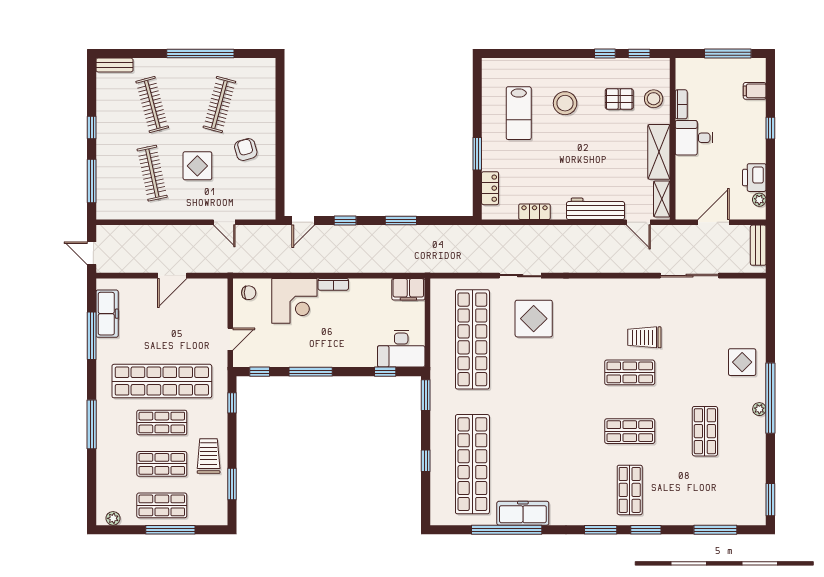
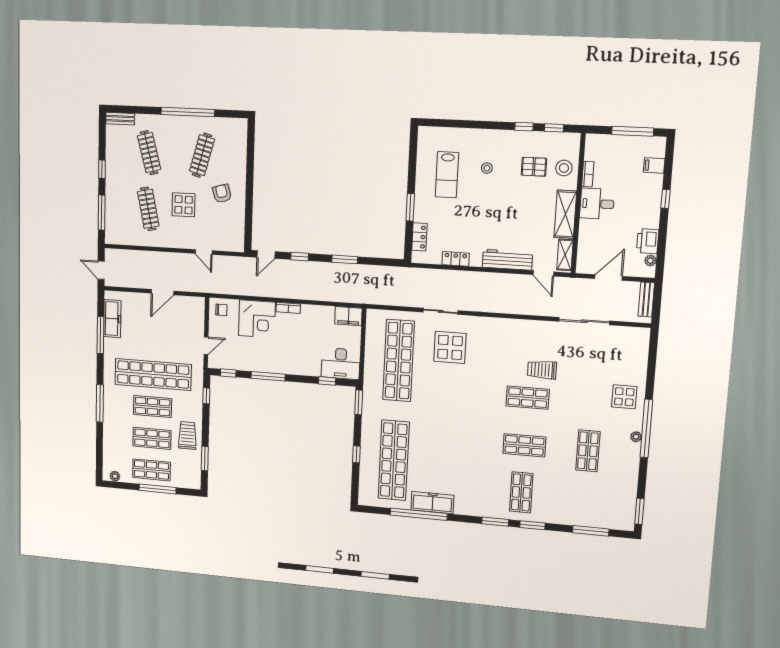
stool: (565, 103) -> (487, 168), width x0.53, depth x0.53

